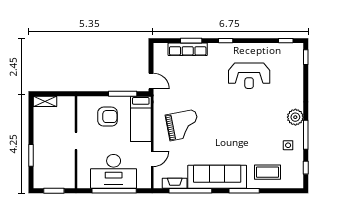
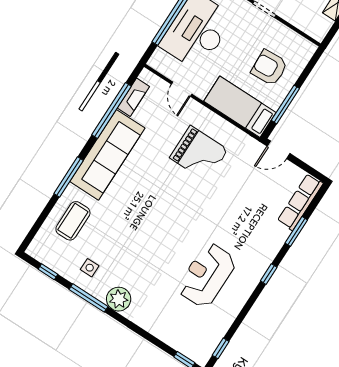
row of seats: (188, 49) -> (300, 202), moved
armchair: (108, 117) -> (269, 68), turned 87
grand piano: (183, 125) -> (199, 154), turned -79

